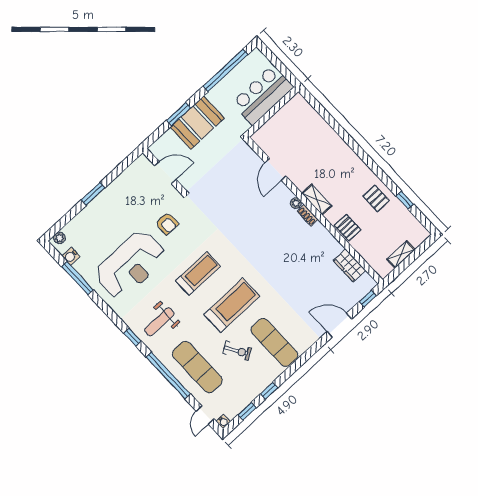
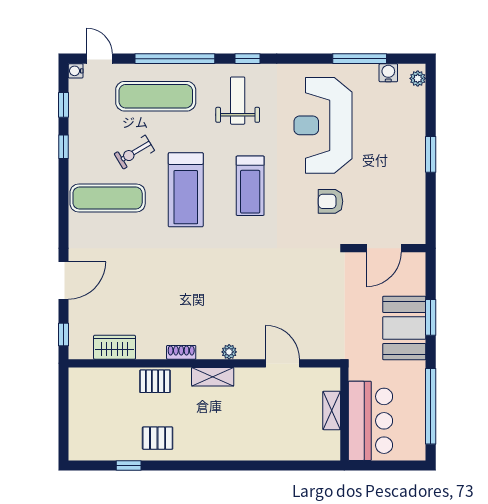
shoe rack: (308, 215) -> (181, 352), moved
shelving: (401, 254) -> (332, 410), moved

